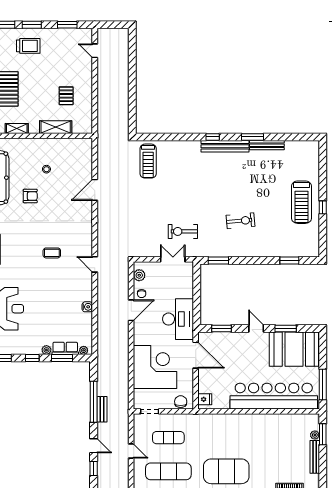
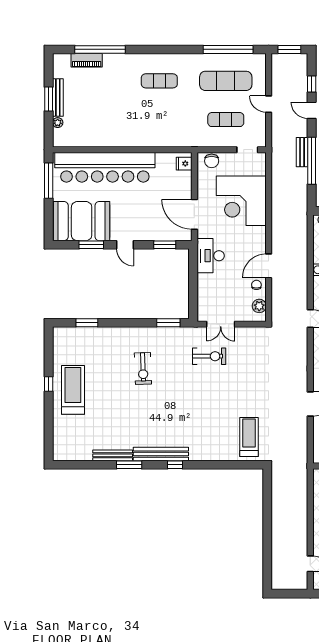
exercise bike: (240, 221) -> (143, 369), turned -87
desk: (178, 319) -> (211, 256), width x0.73, depth x0.77
window: (323, 434) -> (49, 99), moved
exercise mat: (226, 471) -> (159, 81), width x0.50, depth x0.69

